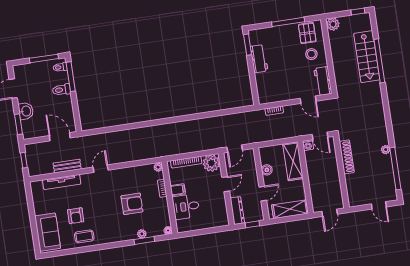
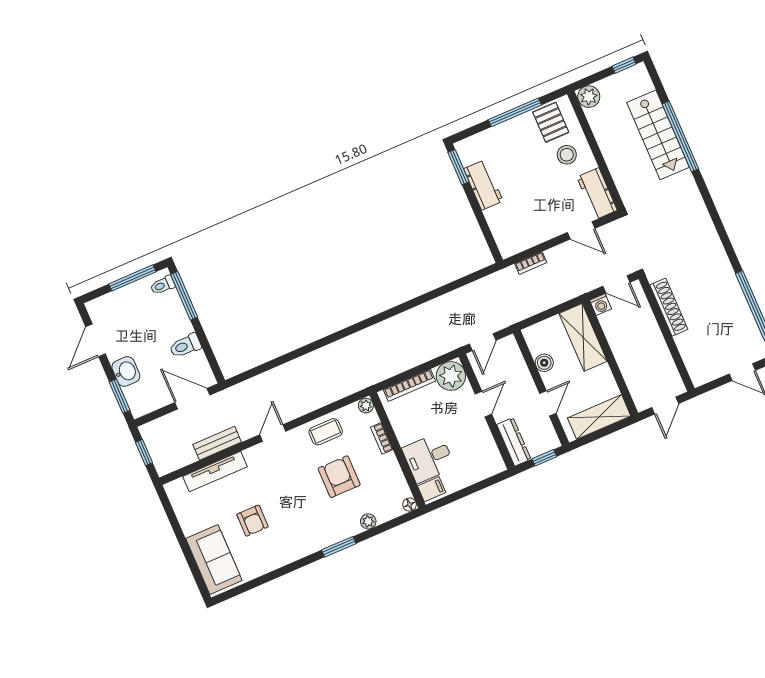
toilet: (61, 90) -> (185, 346), moved
plant: (386, 150) -> (729, 278), removed
filing cabinet: (178, 190) -> (432, 489), moved
armchair: (132, 204) -> (339, 477), turned -90
coffee table: (84, 236) -> (326, 432), moved
window: (144, 240) -> (339, 547), moved

